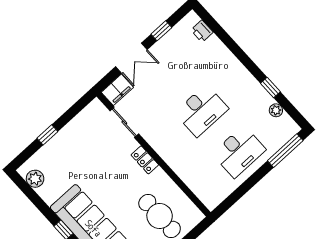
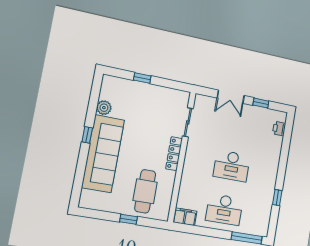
filing cabinet: (117, 90) -> (185, 217), moved, turned 180
plant: (276, 110) -> (266, 212), removed
locker: (145, 160) -> (174, 154), width x1.53
plant: (35, 179) -> (104, 108), moved

